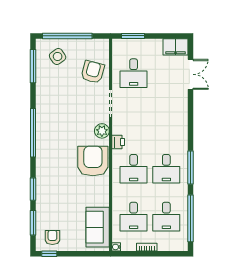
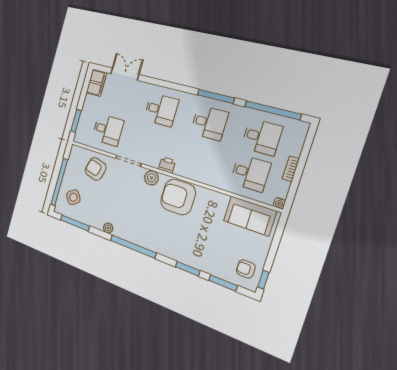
plant: (41, 103) -> (108, 228), added
desk: (134, 169) -> (161, 110), moved

